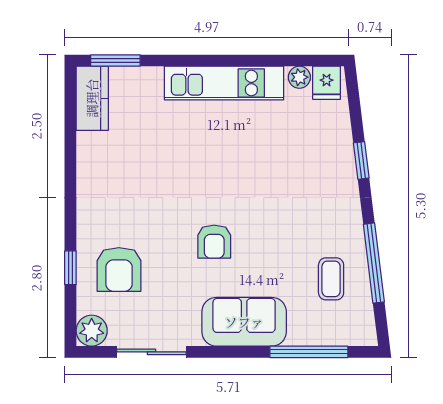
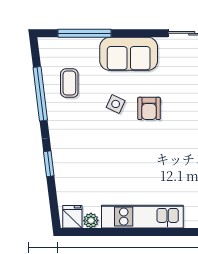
armchair: (214, 242) -> (149, 108), turned 180
side table: (263, 248) -> (116, 104), added

